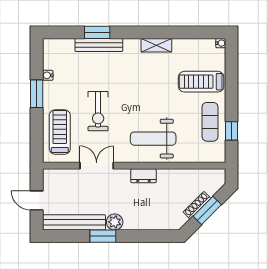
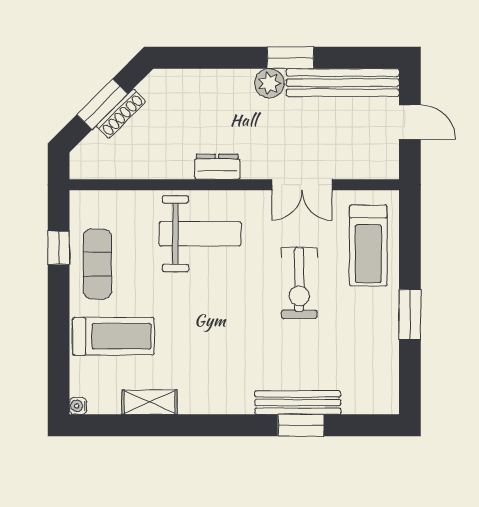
shelving: (156, 45) -> (150, 402), moved
water cooler: (48, 75) -> (390, 348), removed
exercise bike: (98, 111) -> (299, 283), turned 180

